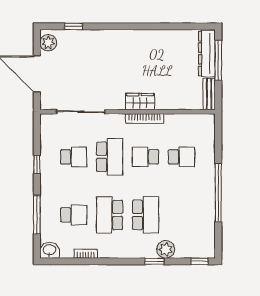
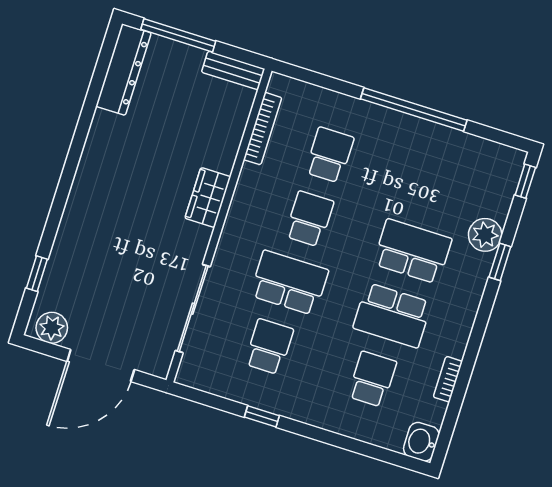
dresser: (207, 54) -> (123, 70), moved, turned -90
bookcase: (144, 118) -> (263, 129), moved
school desk: (146, 157) -> (309, 219), turned 180
window: (37, 215) -> (351, 444), removed

